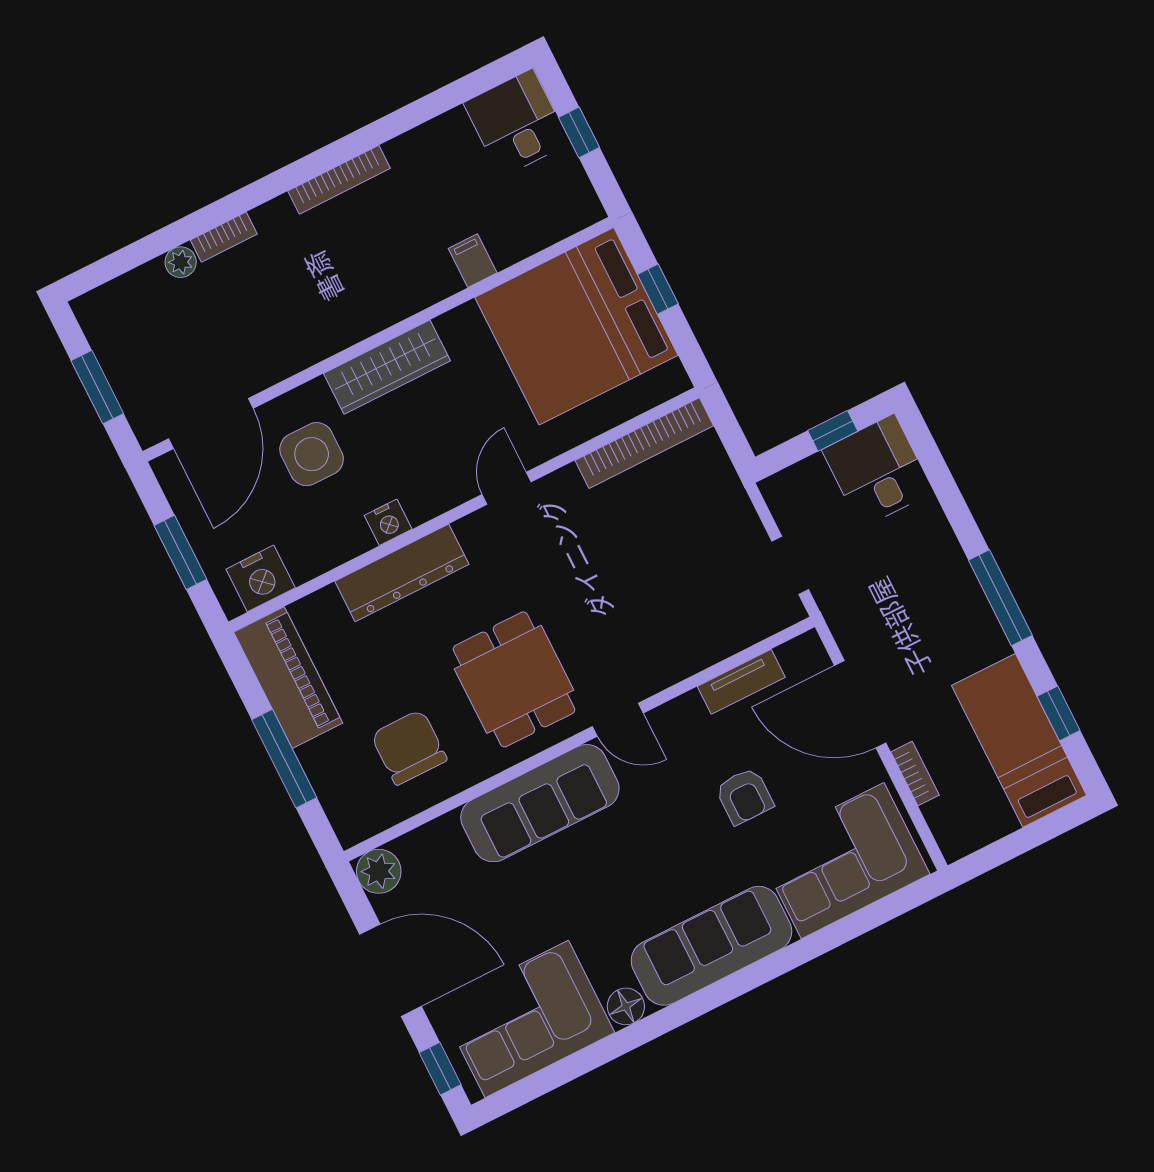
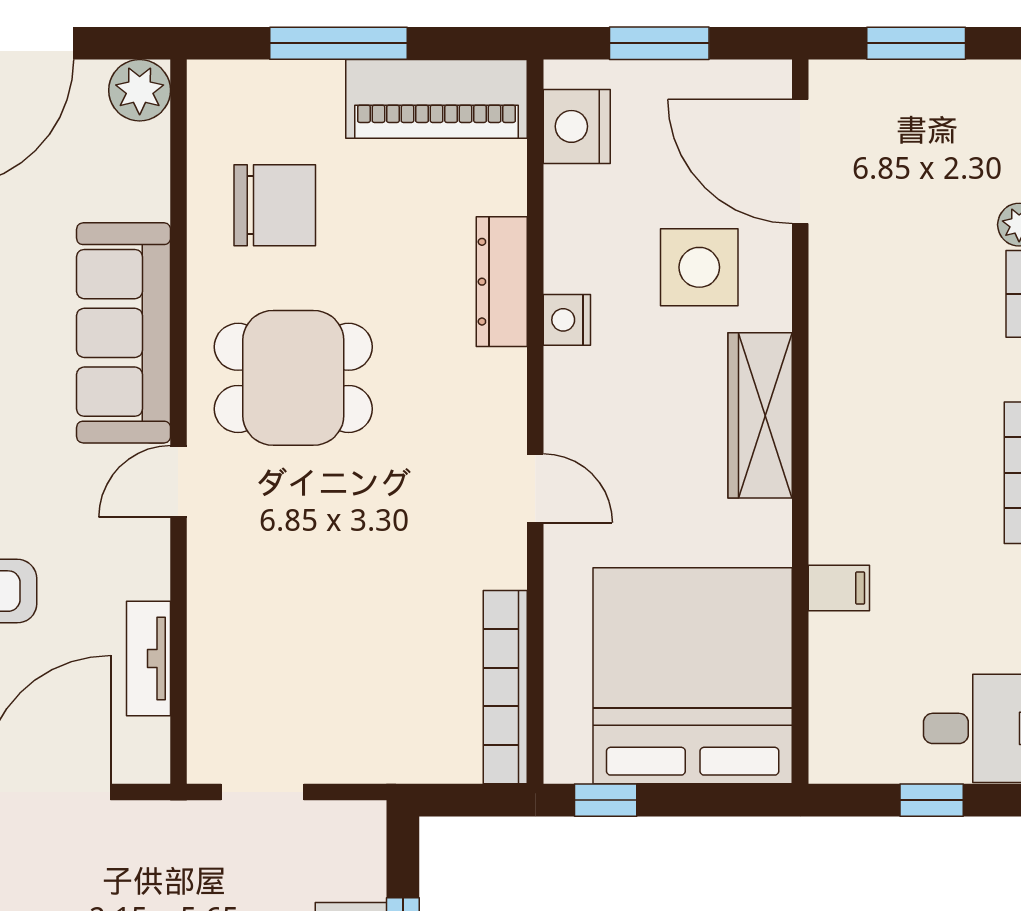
window: (658, 289) -> (606, 800), moved
dresser: (402, 573) -> (502, 282), width x0.73, depth x0.80

